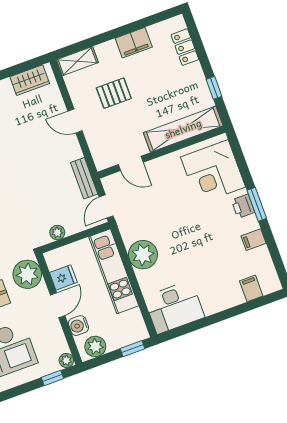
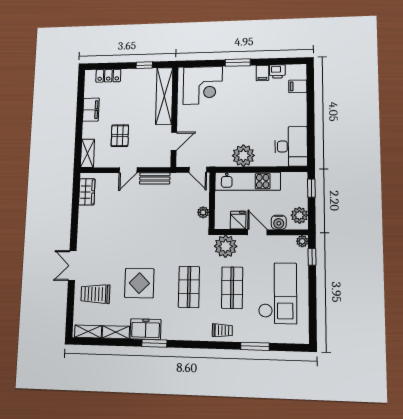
bench: (84, 178) -> (155, 178), moved
printer: (243, 206) -> (277, 71), moved

